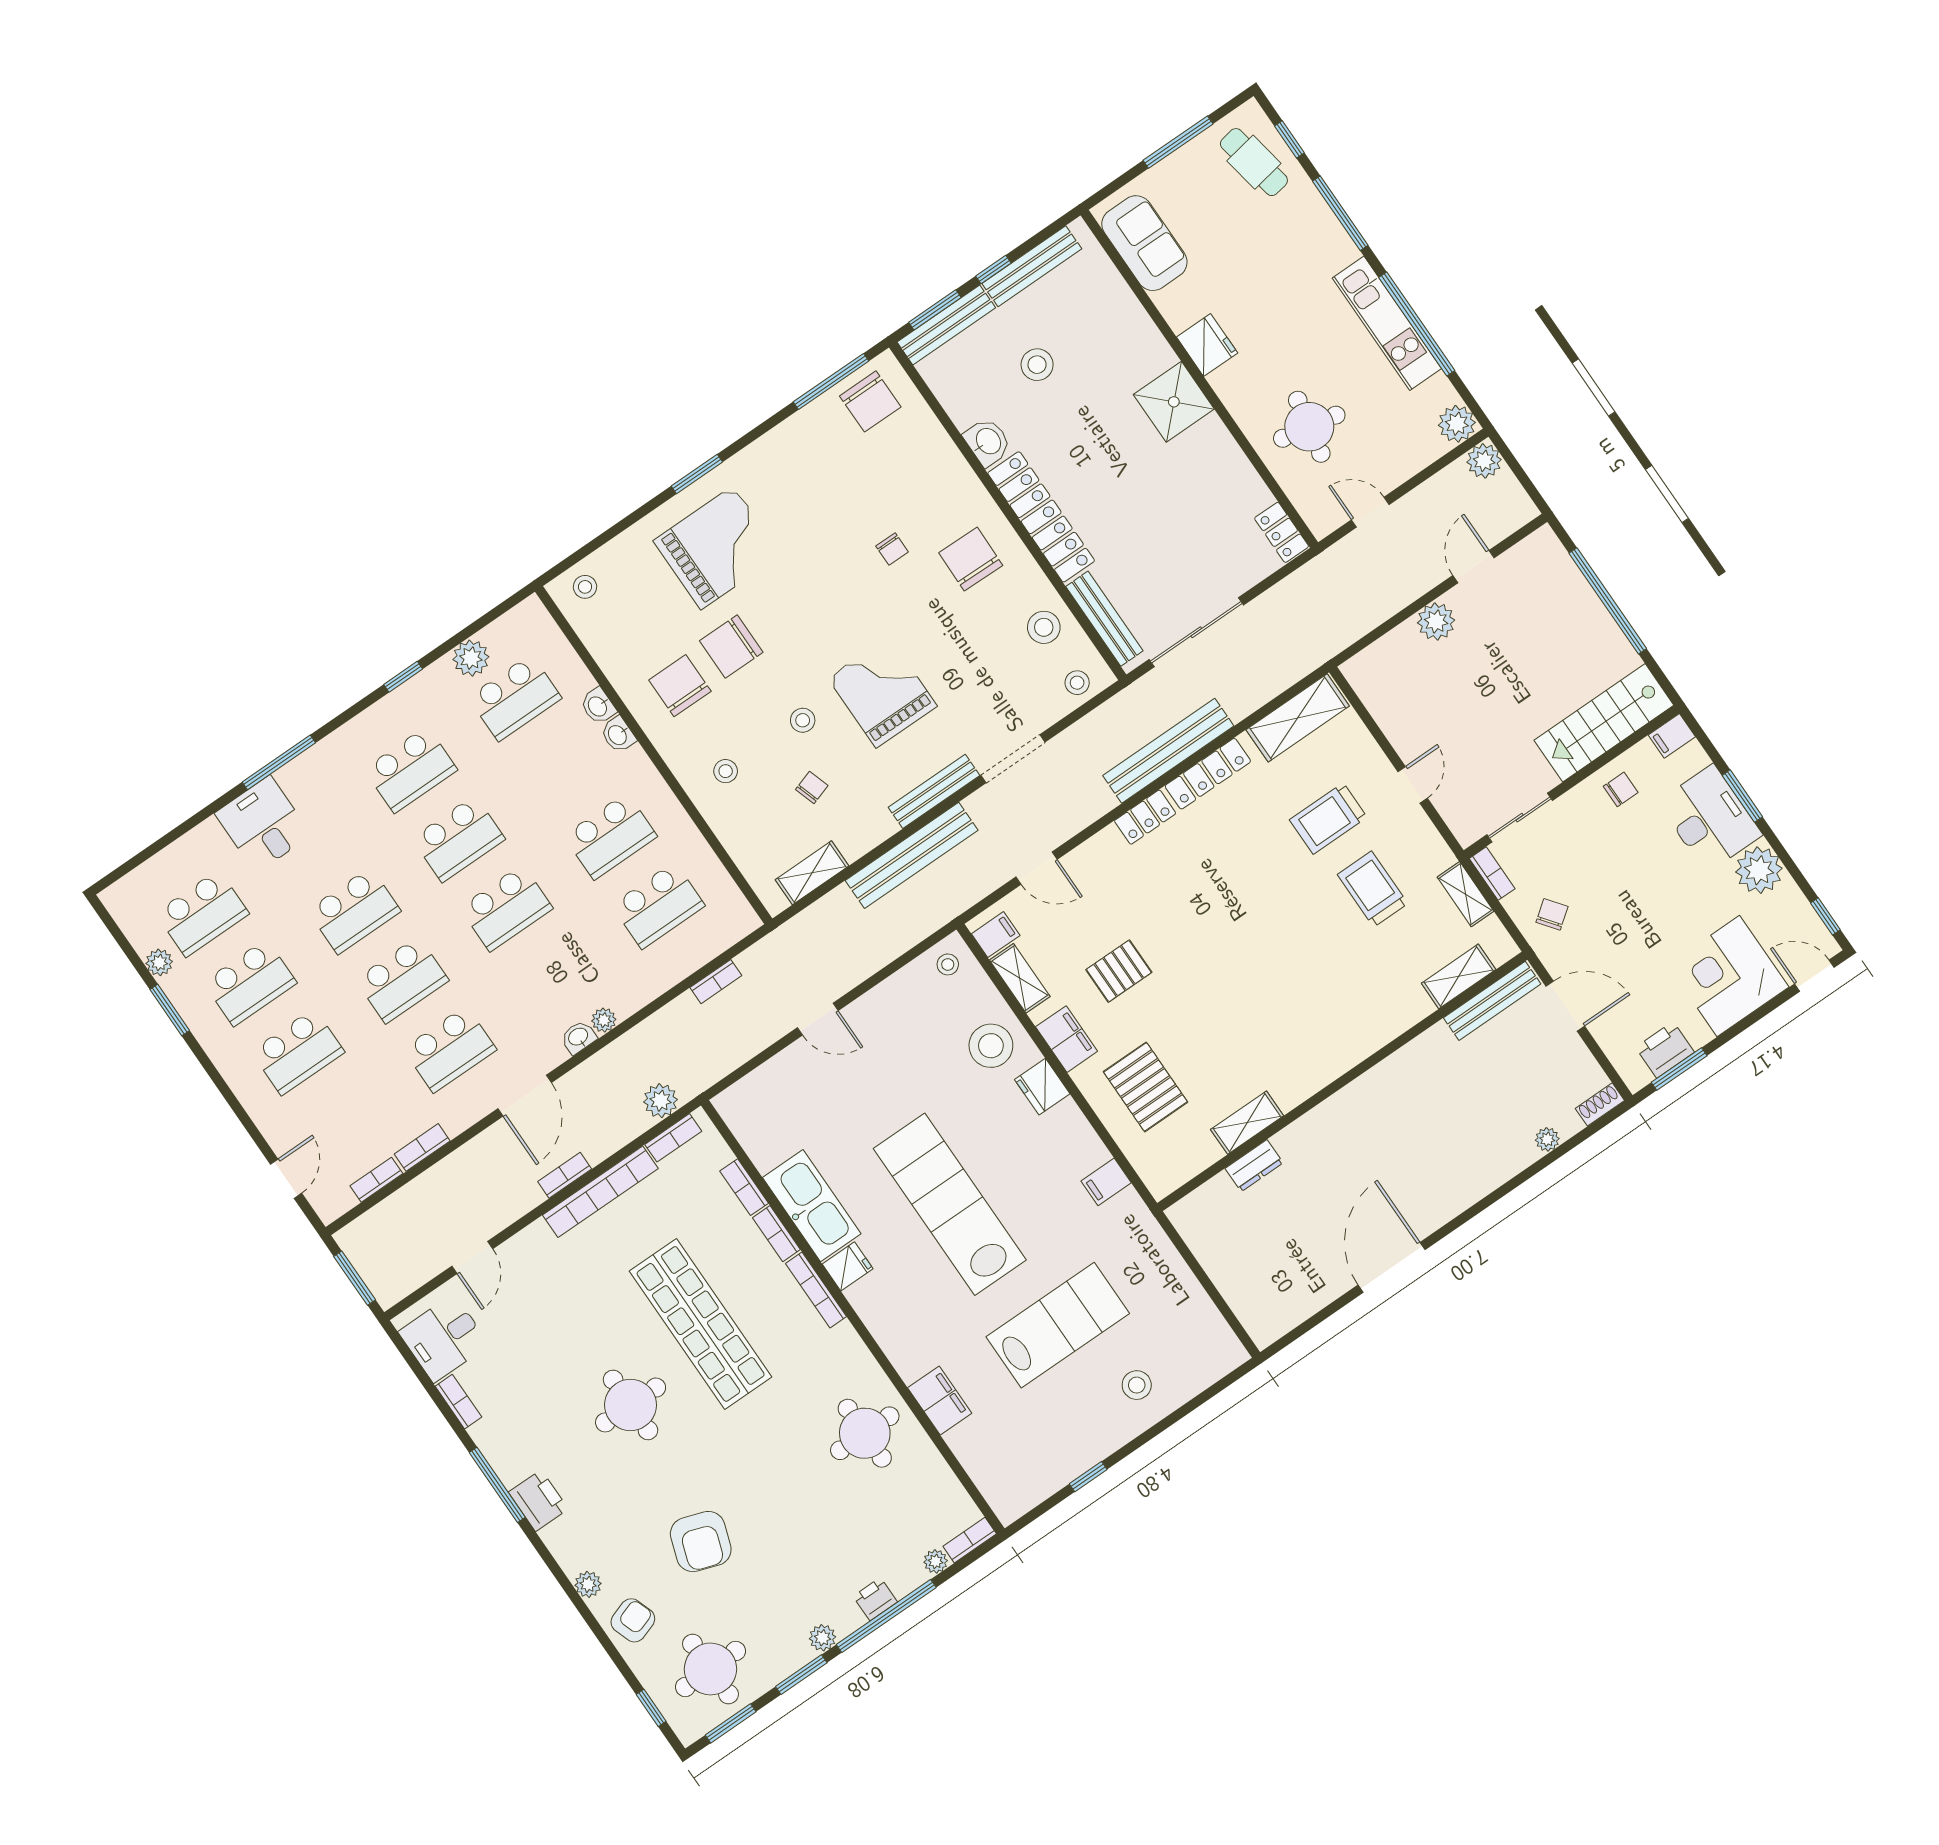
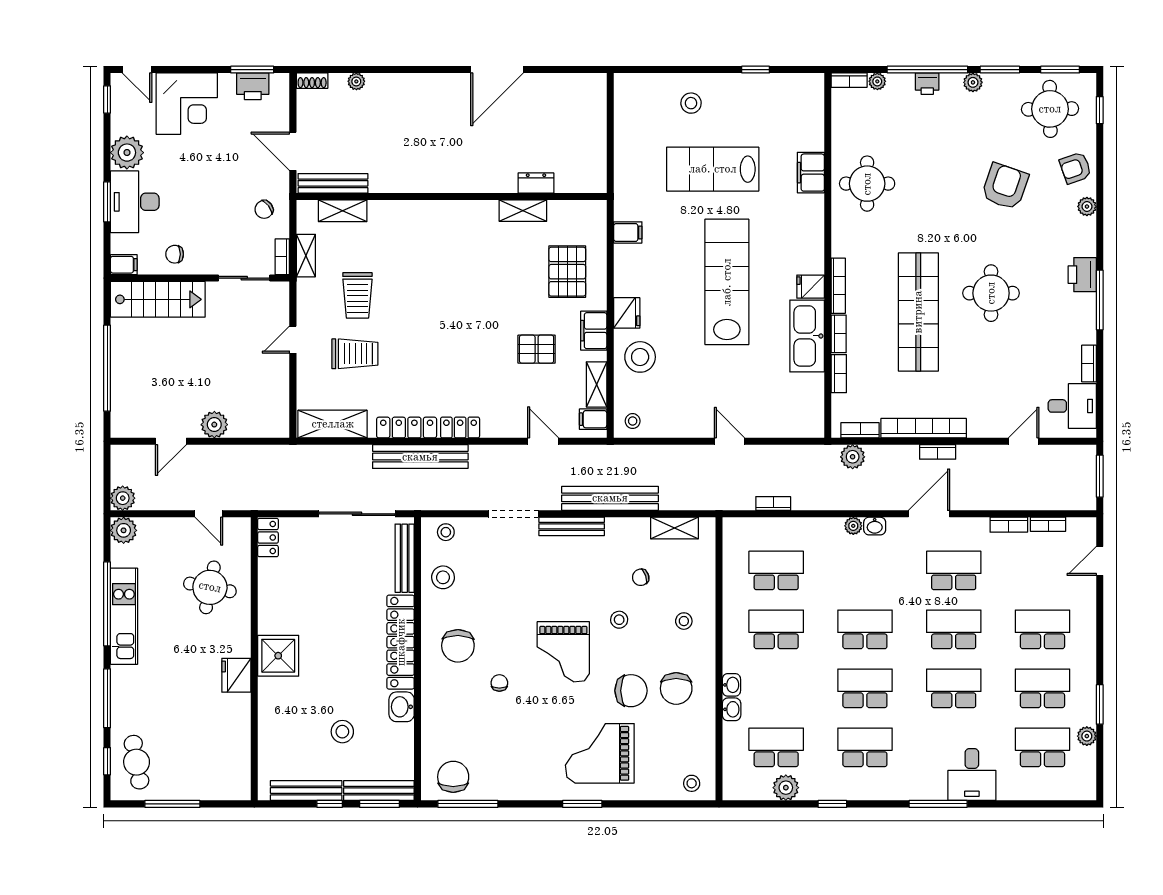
sofa: (1144, 243) -> (232, 759), removed
grand piano: (882, 692) -> (563, 652), moved
lab bench: (950, 1204) -> (727, 282), turned 180

